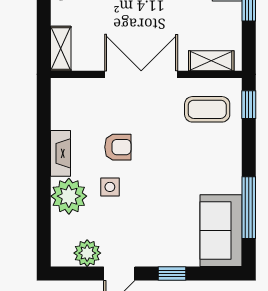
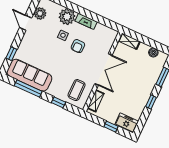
window: (249, 105) -> (59, 102), moved
sofa: (221, 231) -> (29, 75), width x1.36
window: (172, 274) -> (11, 54), moved

